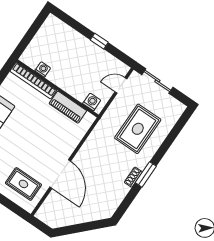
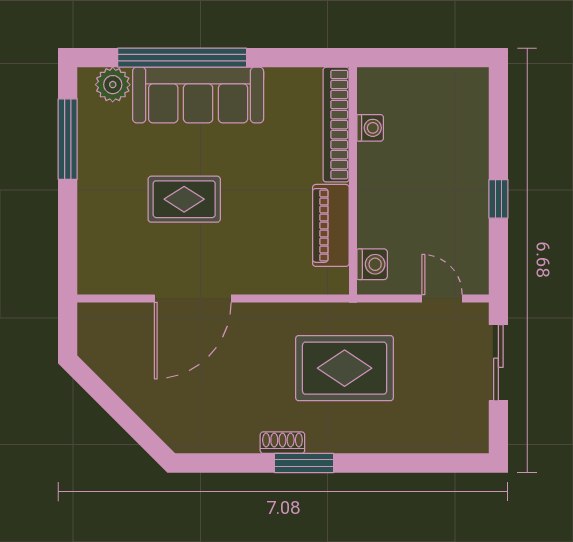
rug: (138, 129) -> (345, 368), moved
rug: (23, 184) -> (184, 199), moved, turned 90

